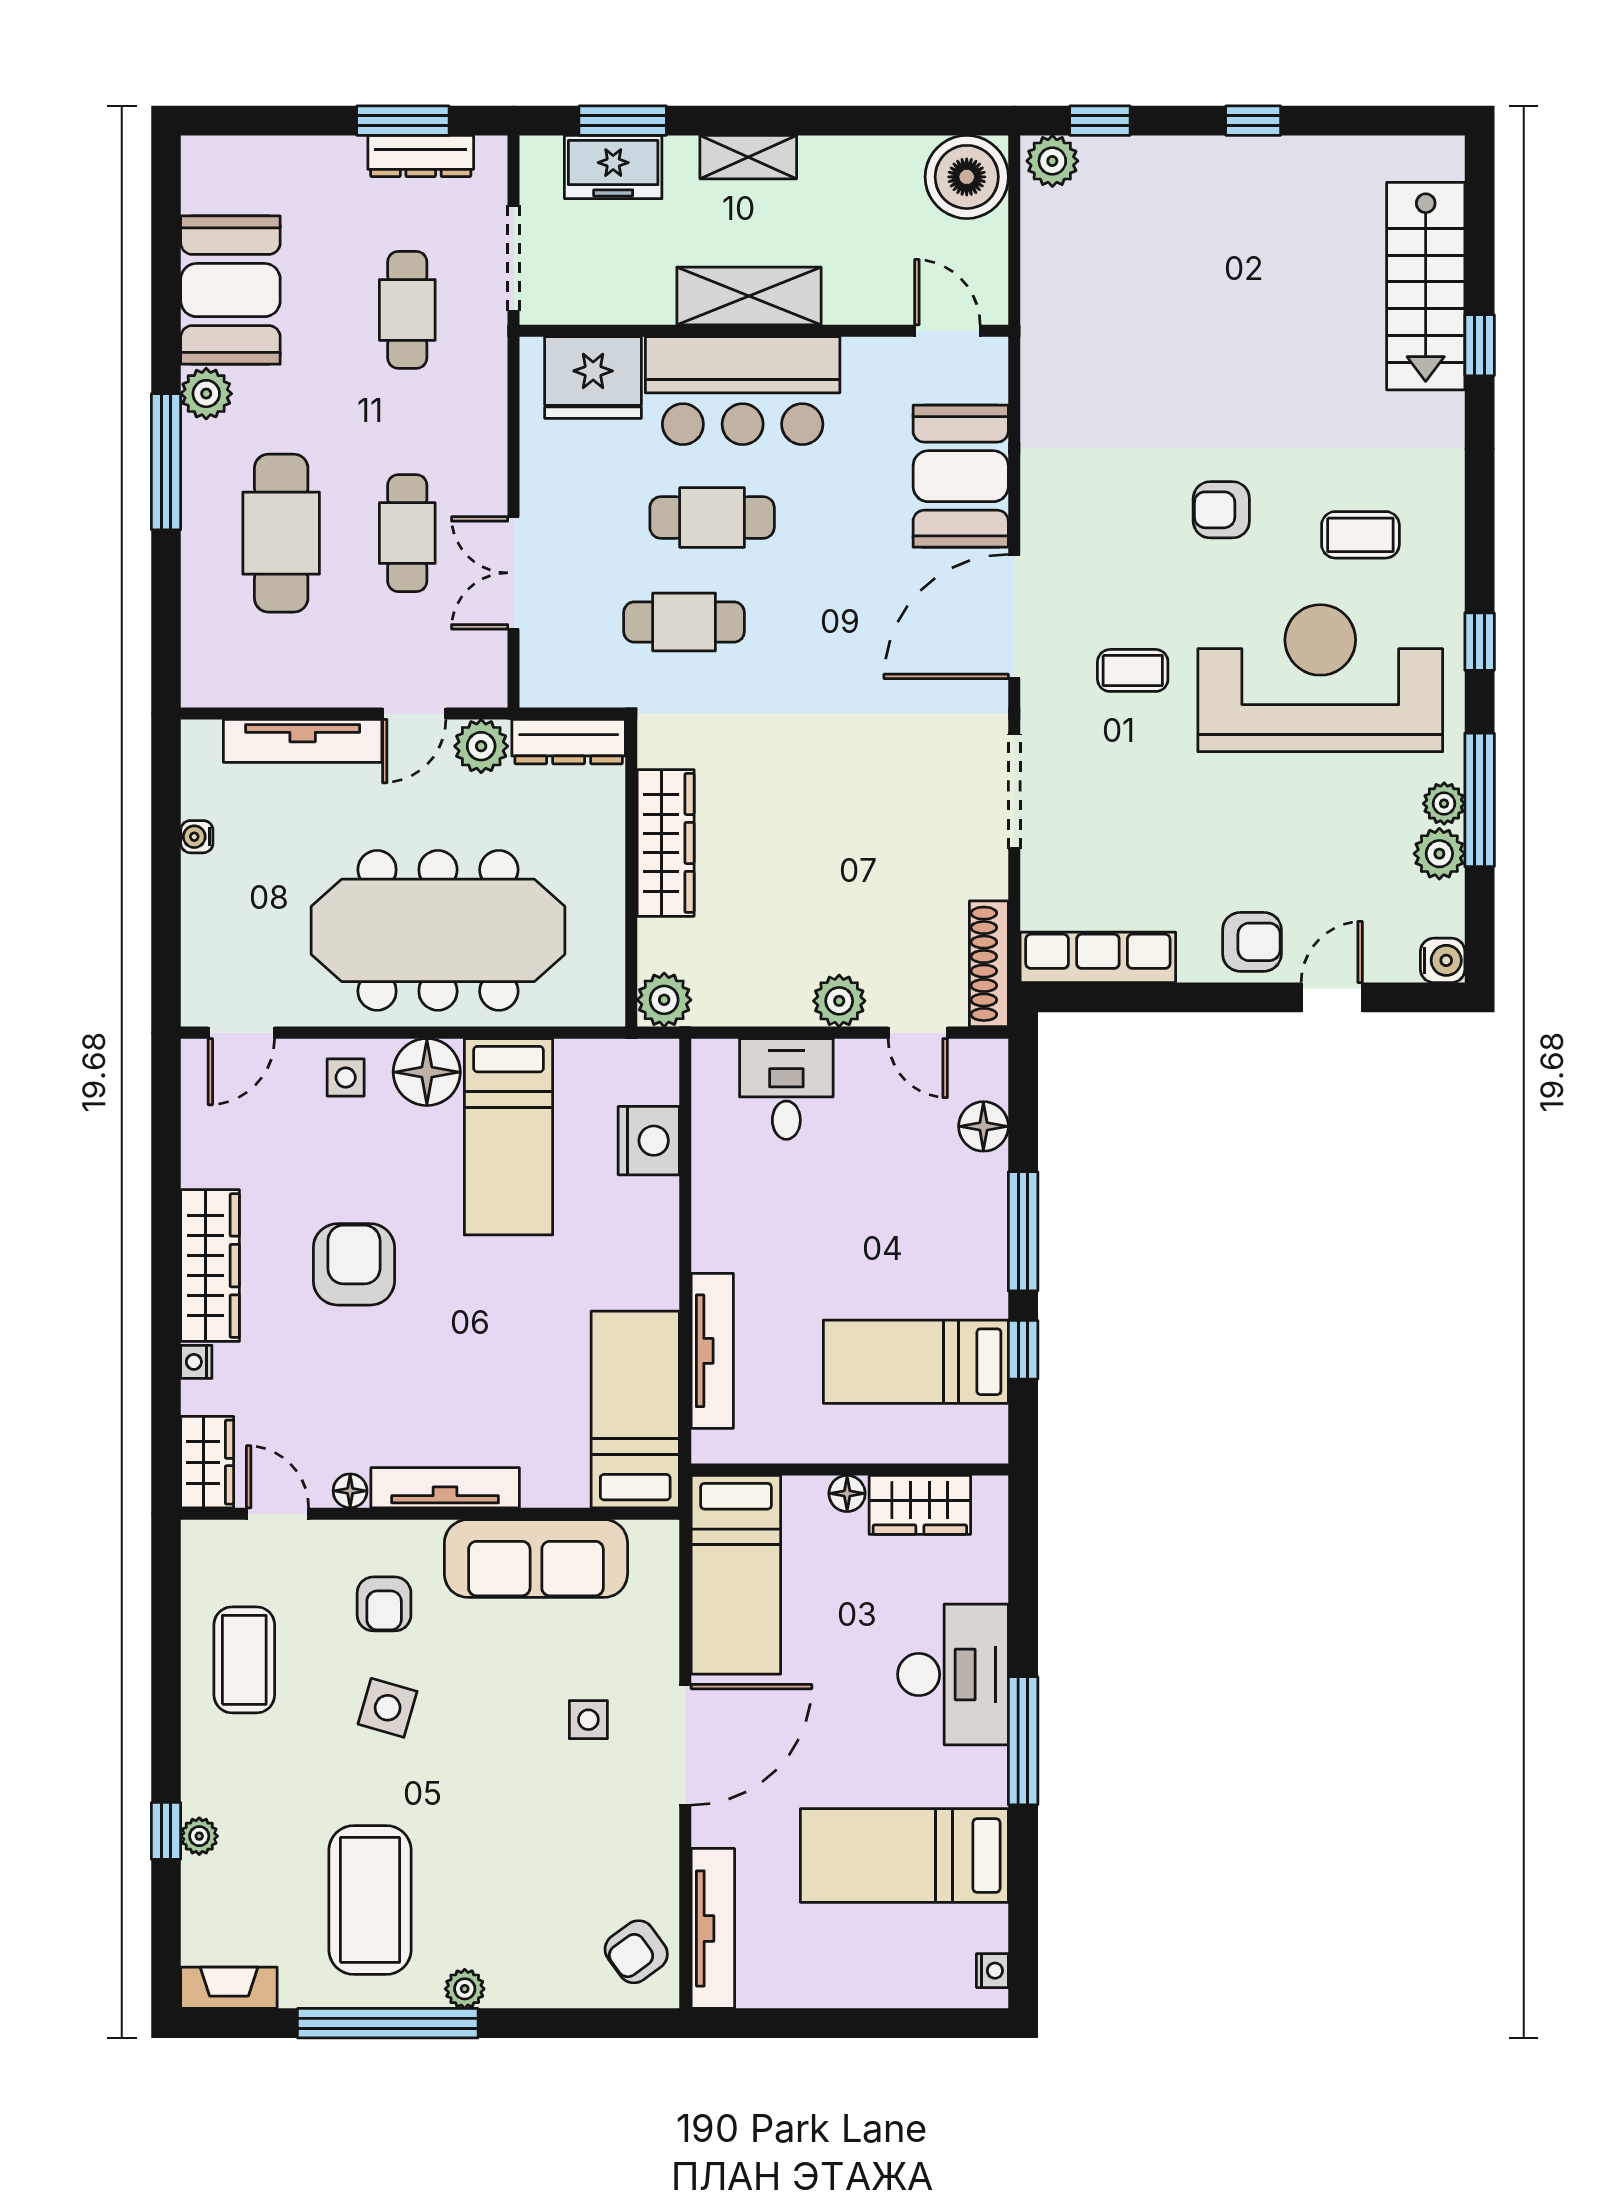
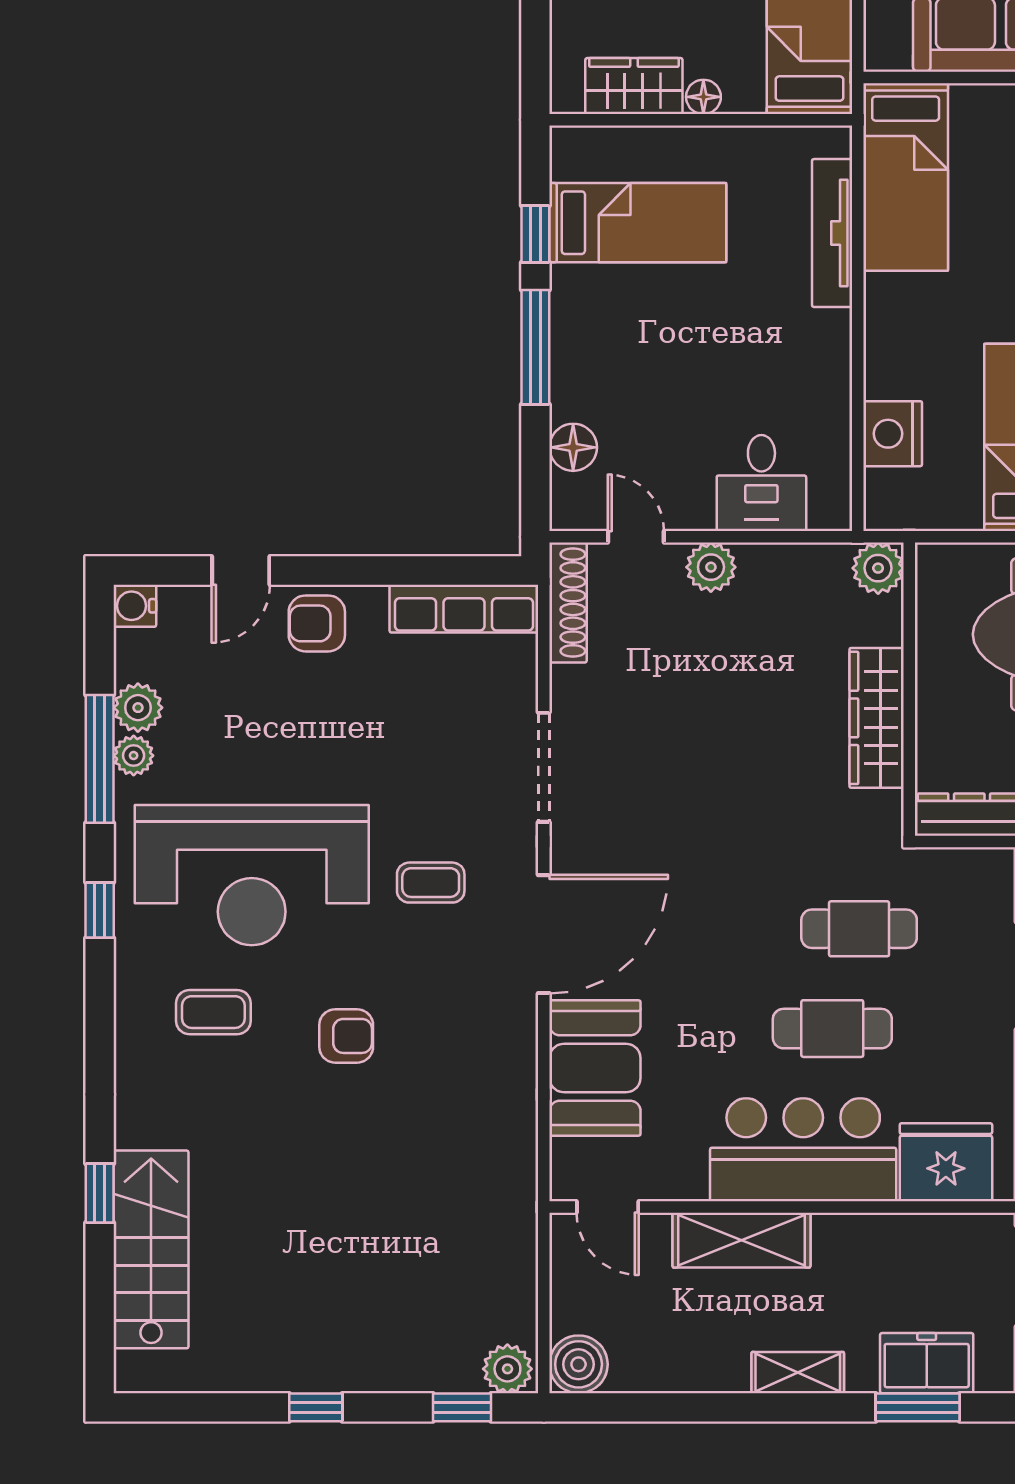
boiler: (967, 177) -> (579, 1364), width x0.73, depth x0.73
shelving: (749, 296) -> (741, 1240), moved

